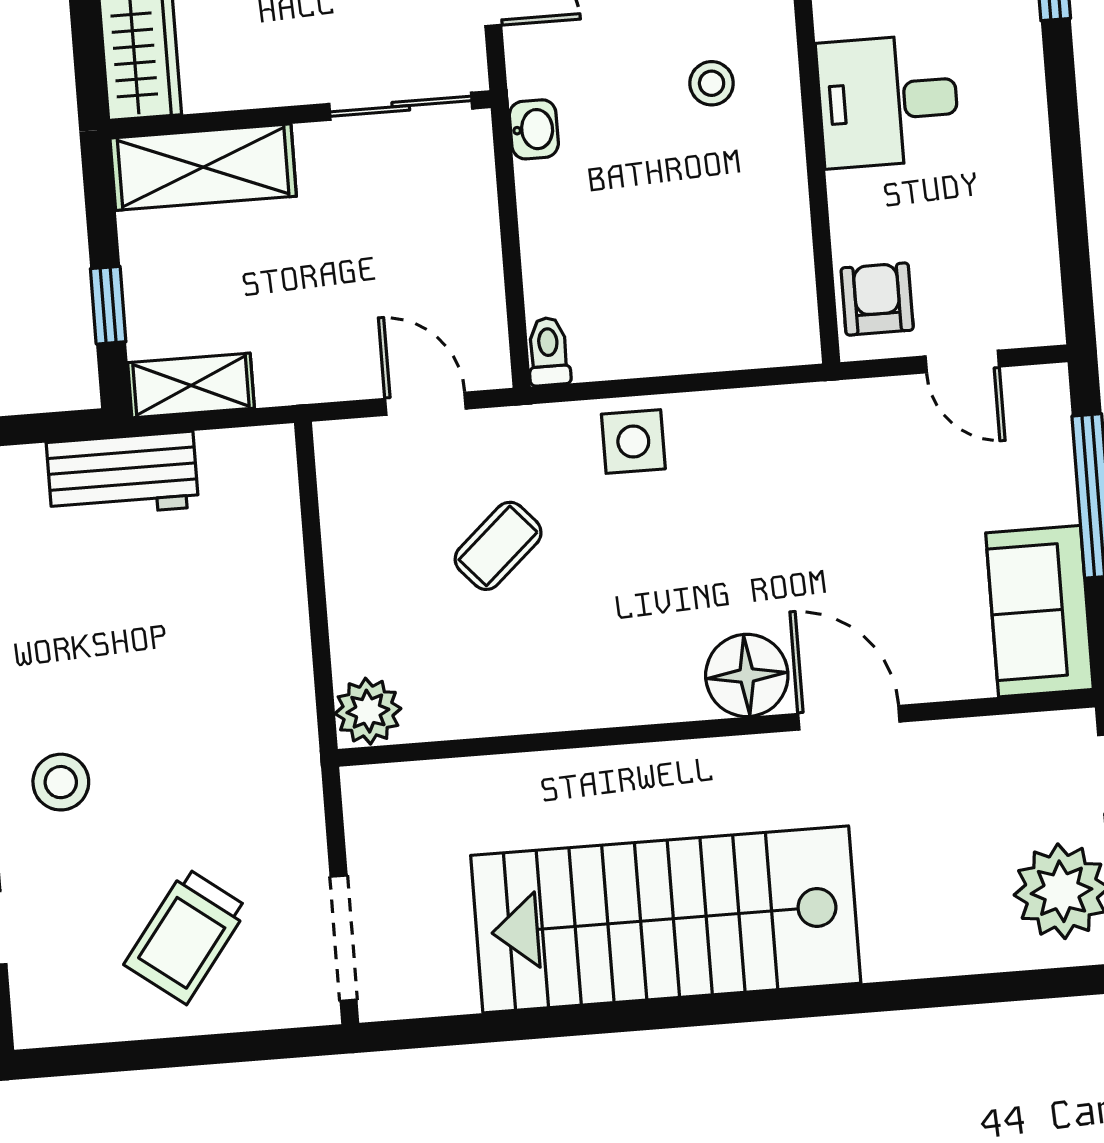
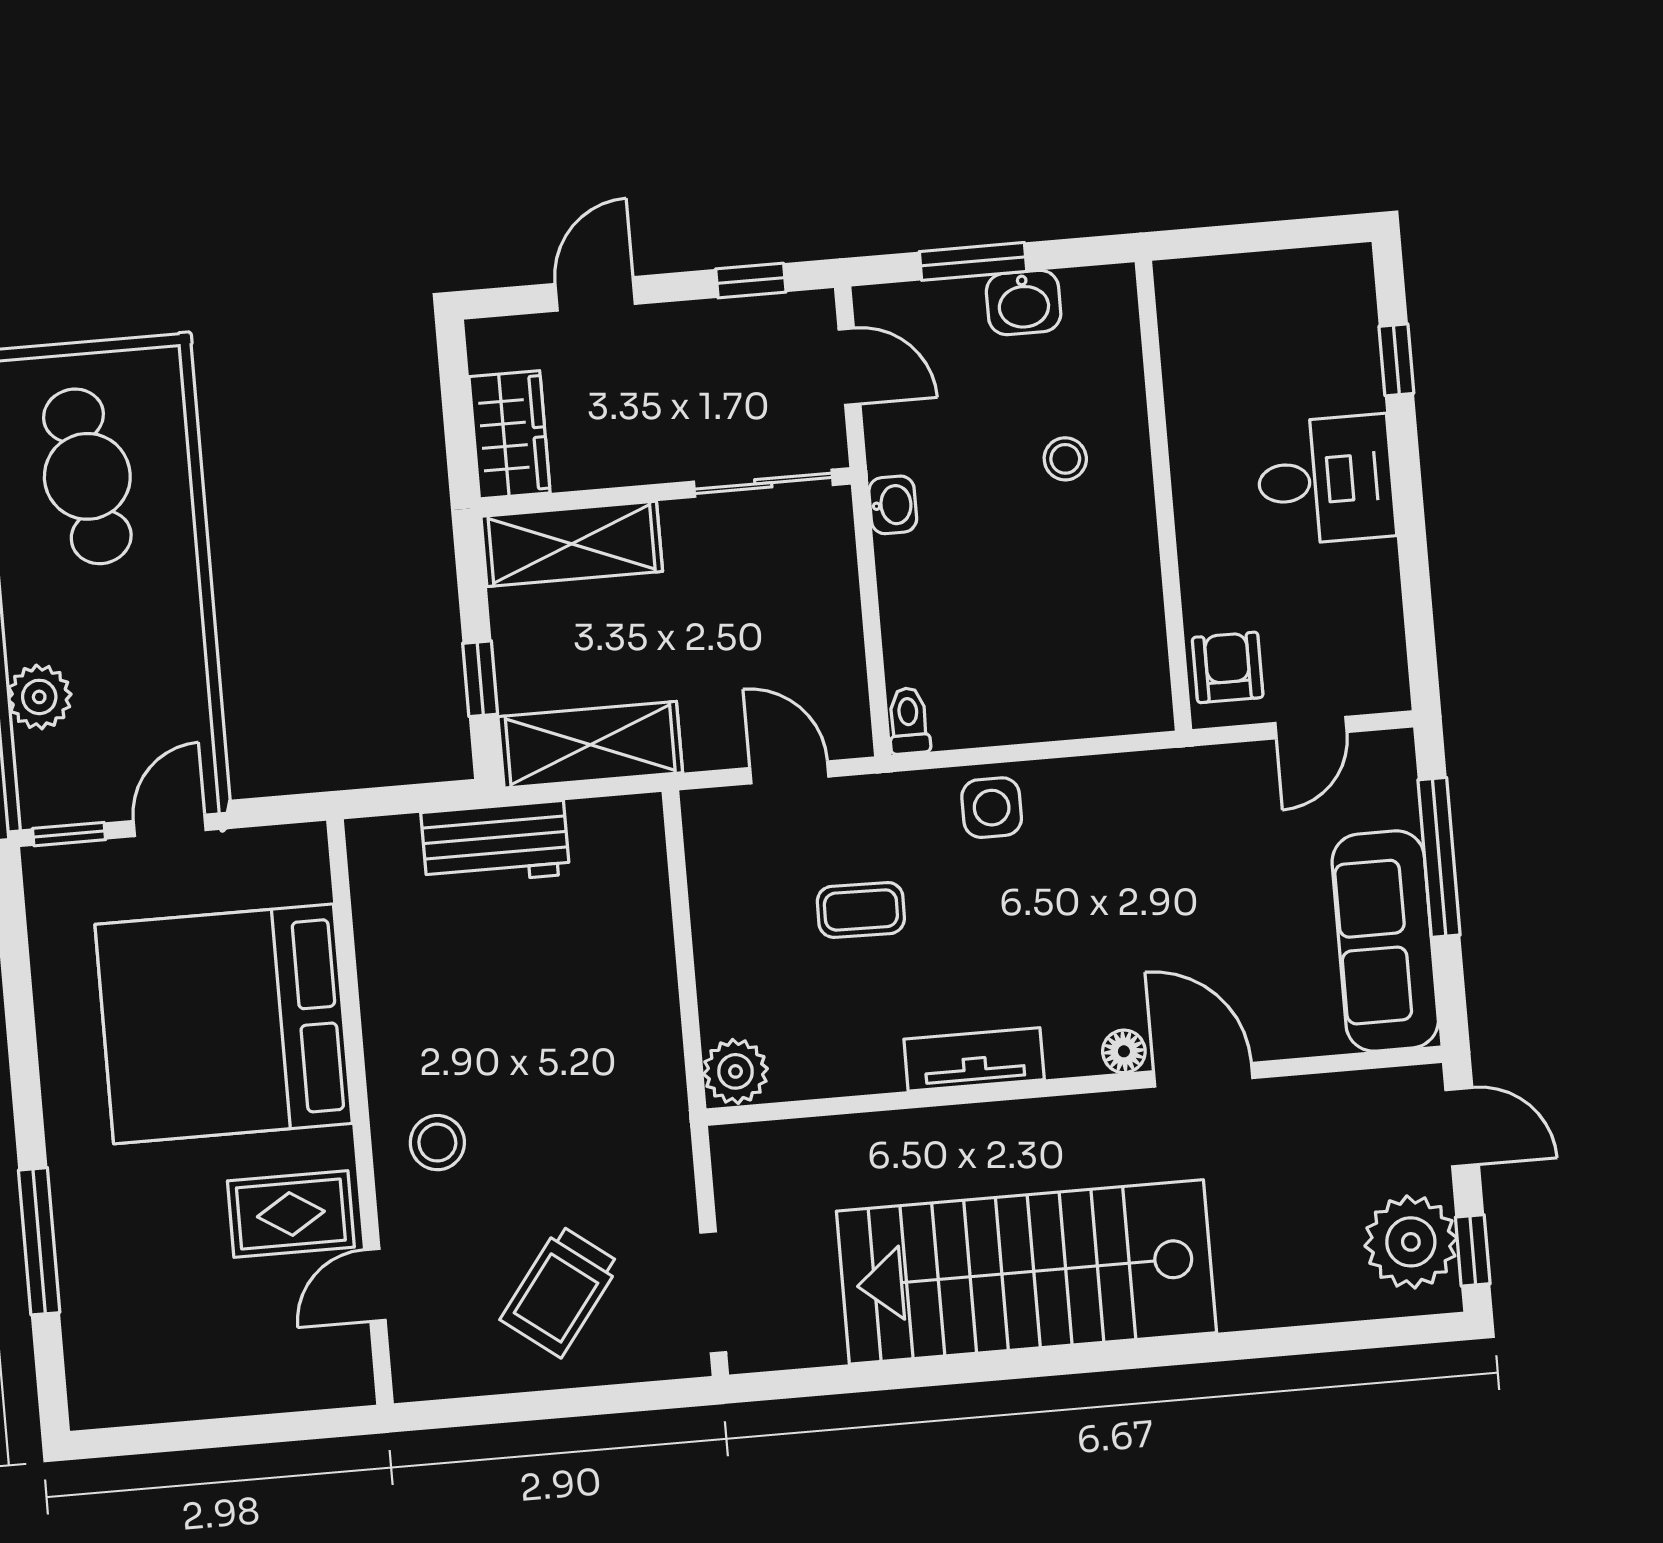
desk: (888, 101) -> (1326, 480), moved, turned 180
door: (962, 361) -> (1311, 728), hinge flipped
shelving: (191, 385) -> (590, 745), width x1.50, depth x1.33
coffee table: (498, 546) -> (861, 910), turned 43
sofa: (1040, 611) -> (1385, 941), width x1.36
floor lamp: (747, 675) -> (1124, 1051), width x0.53, depth x0.53
tv unit: (613, 700) -> (974, 1059), added

